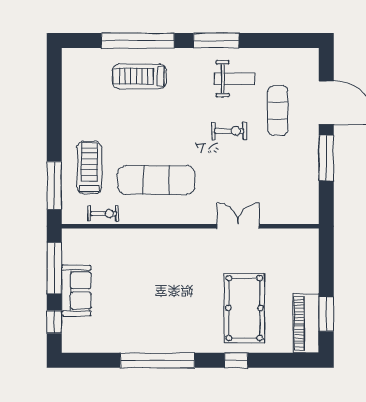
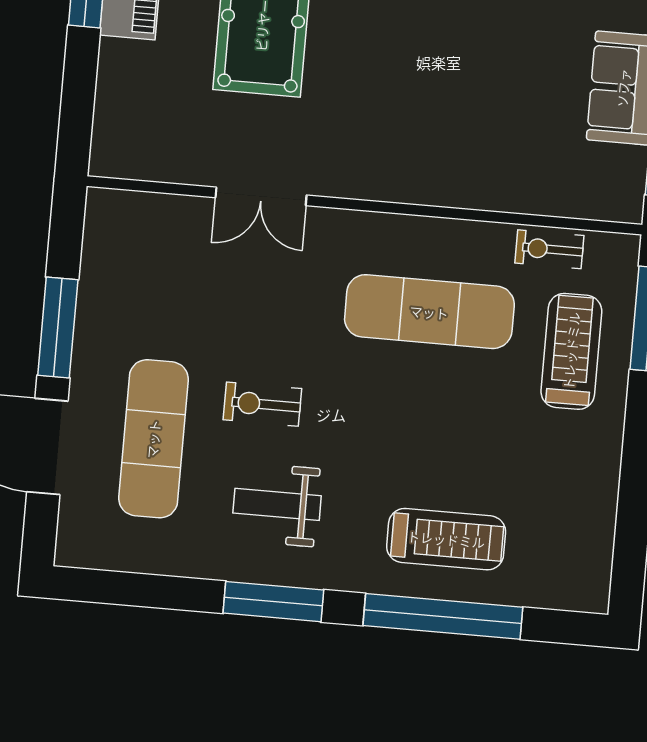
weight bench: (234, 79) -> (277, 504), moved
exercise mat: (278, 111) -> (153, 439), width x1.36, depth x1.45
treadmill: (89, 168) -> (571, 351), turned 180

